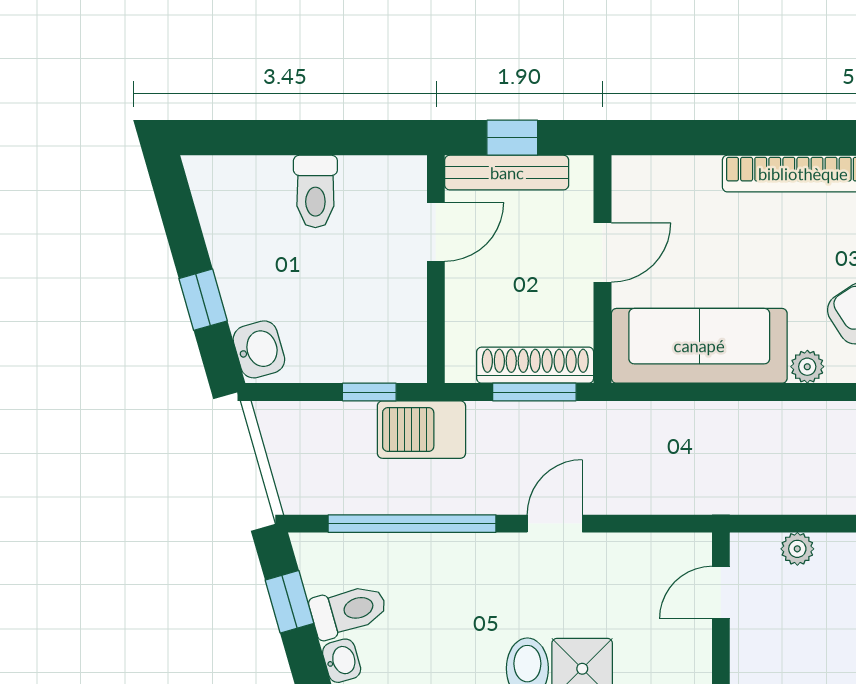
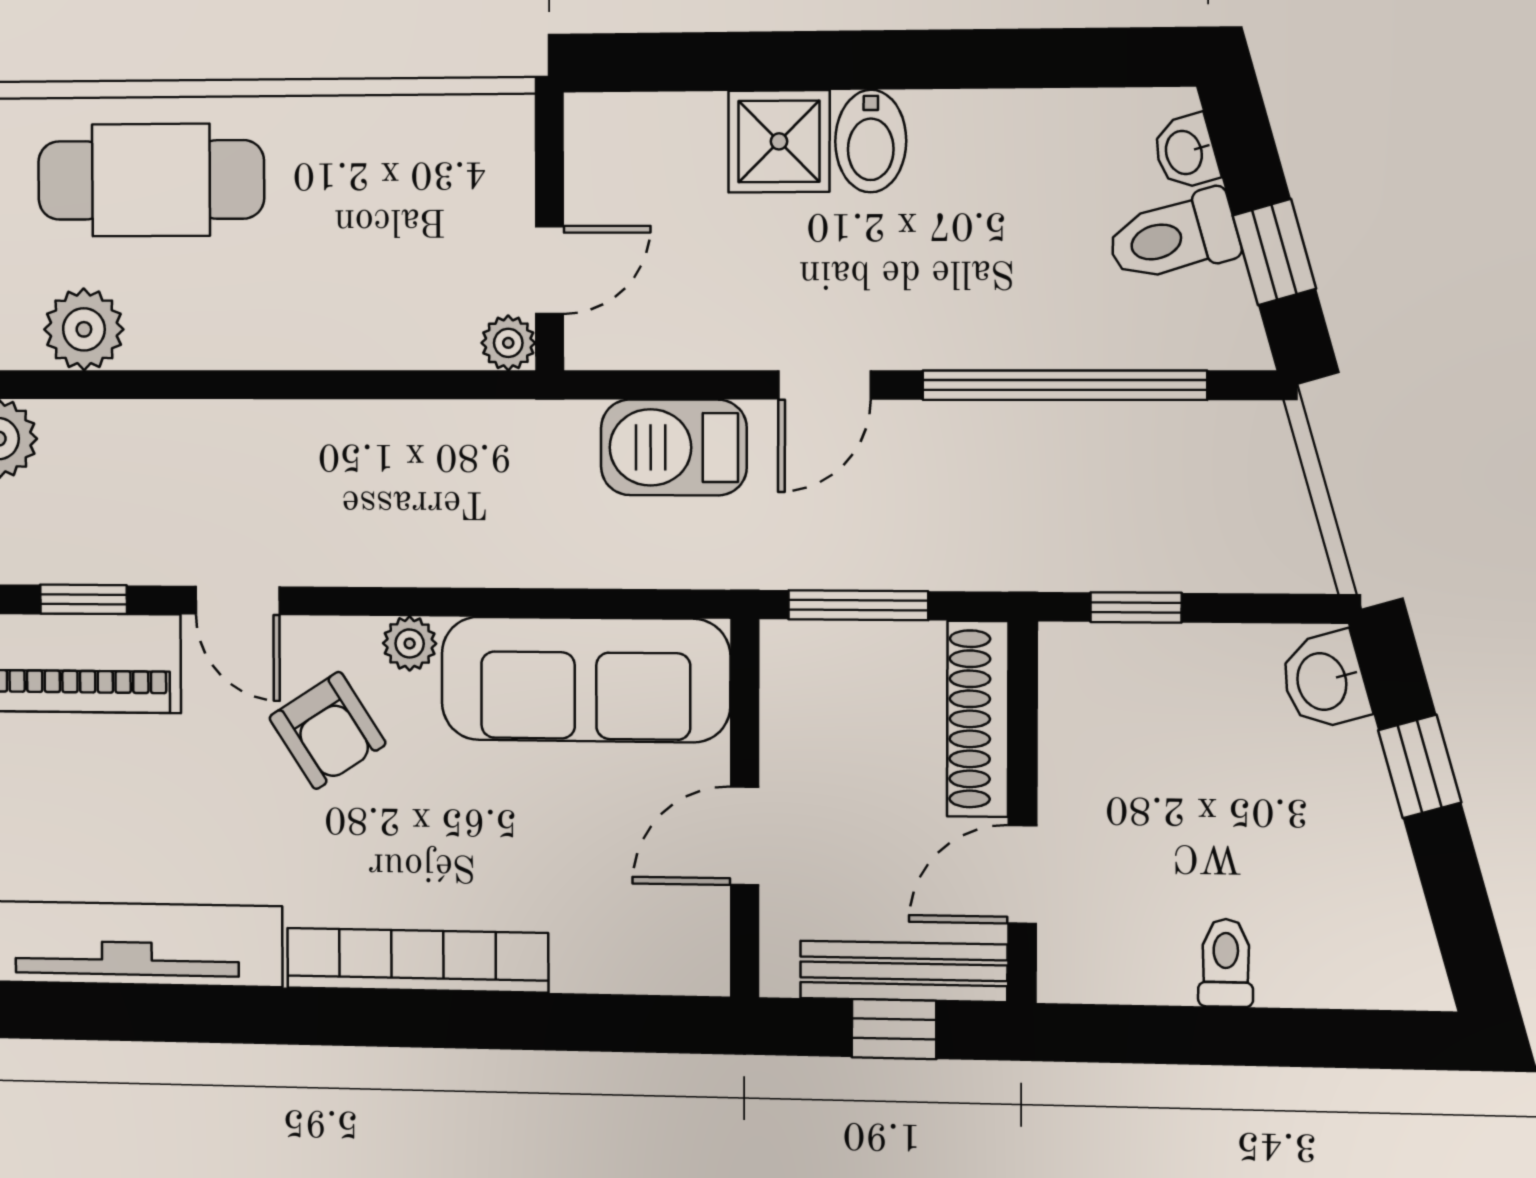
toilet: (315, 191) -> (1226, 963), width x0.73, depth x0.72
shoe rack: (535, 365) -> (978, 719), moved, turned 90
barbecue: (421, 430) -> (674, 447), moved, turned 180
plant: (797, 549) -> (508, 343), moved

